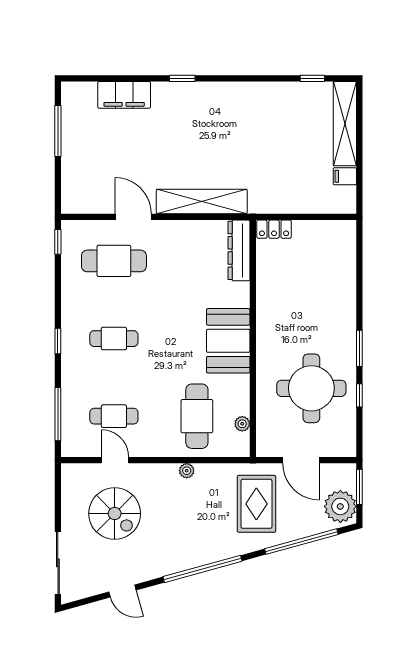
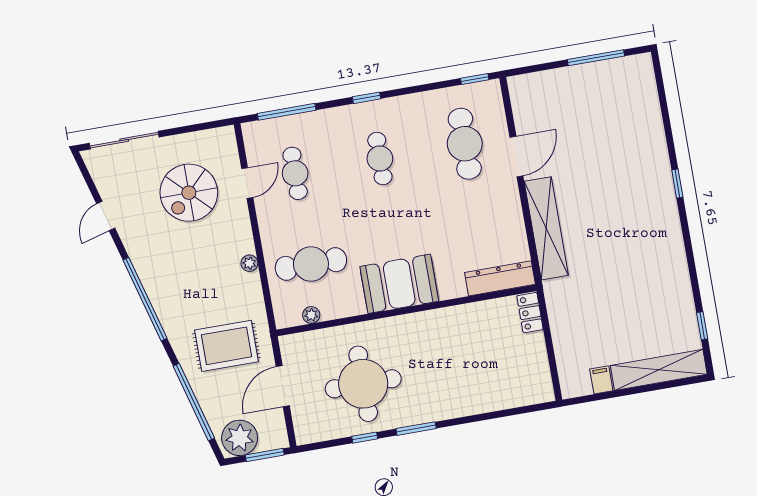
filing cabinet: (124, 95) -> (648, 123), removed

